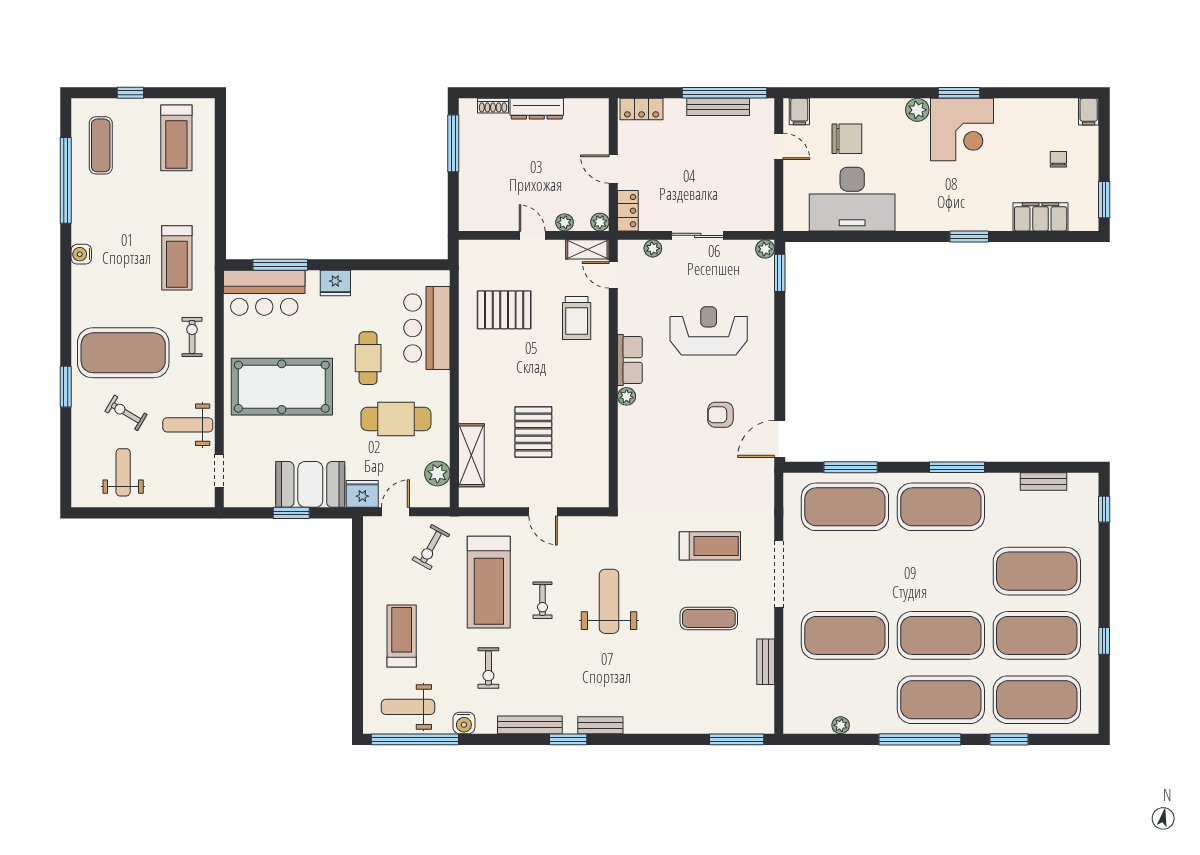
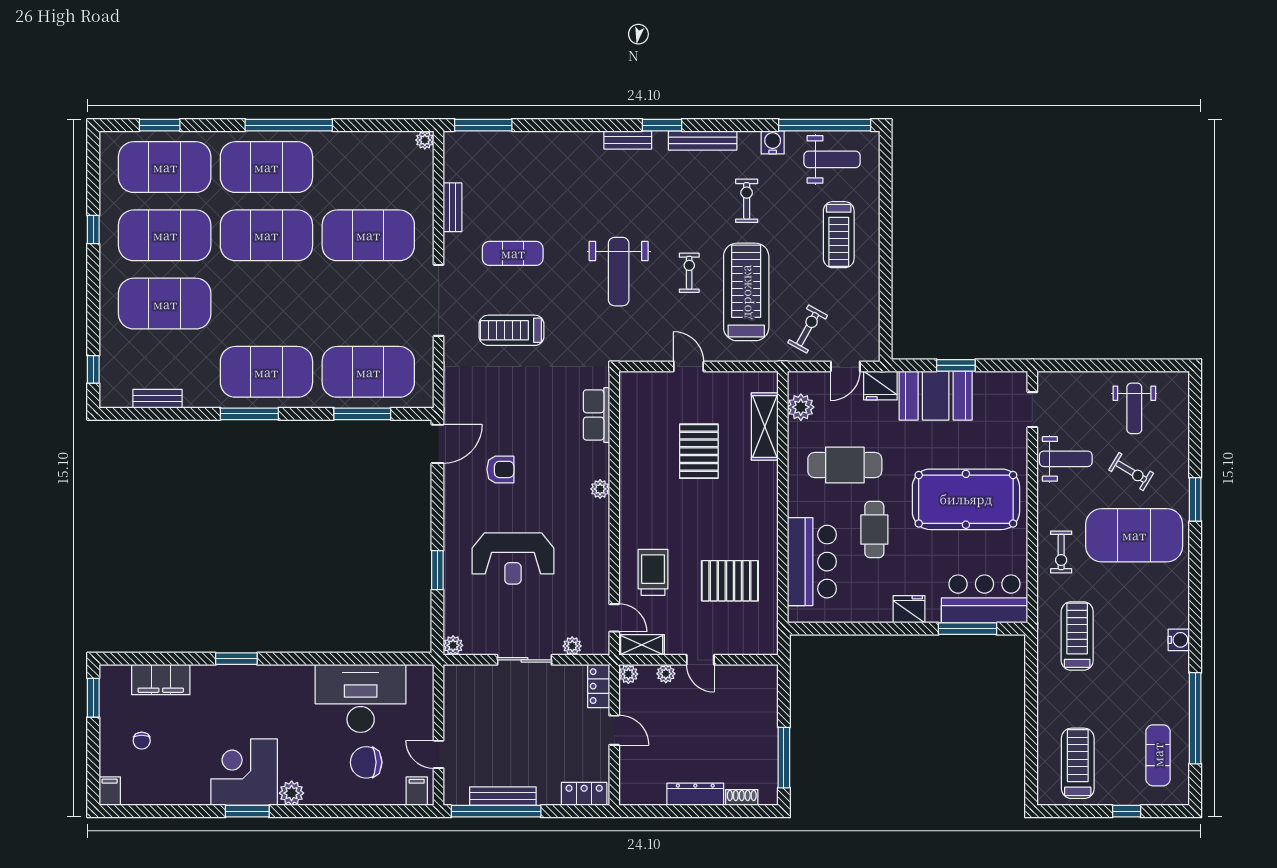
window: (780, 273) -> (437, 570), moved
row of seats: (630, 360) -> (596, 415), moved
plant: (841, 725) -> (425, 140), moved
window: (1009, 739) -> (160, 125), moved

